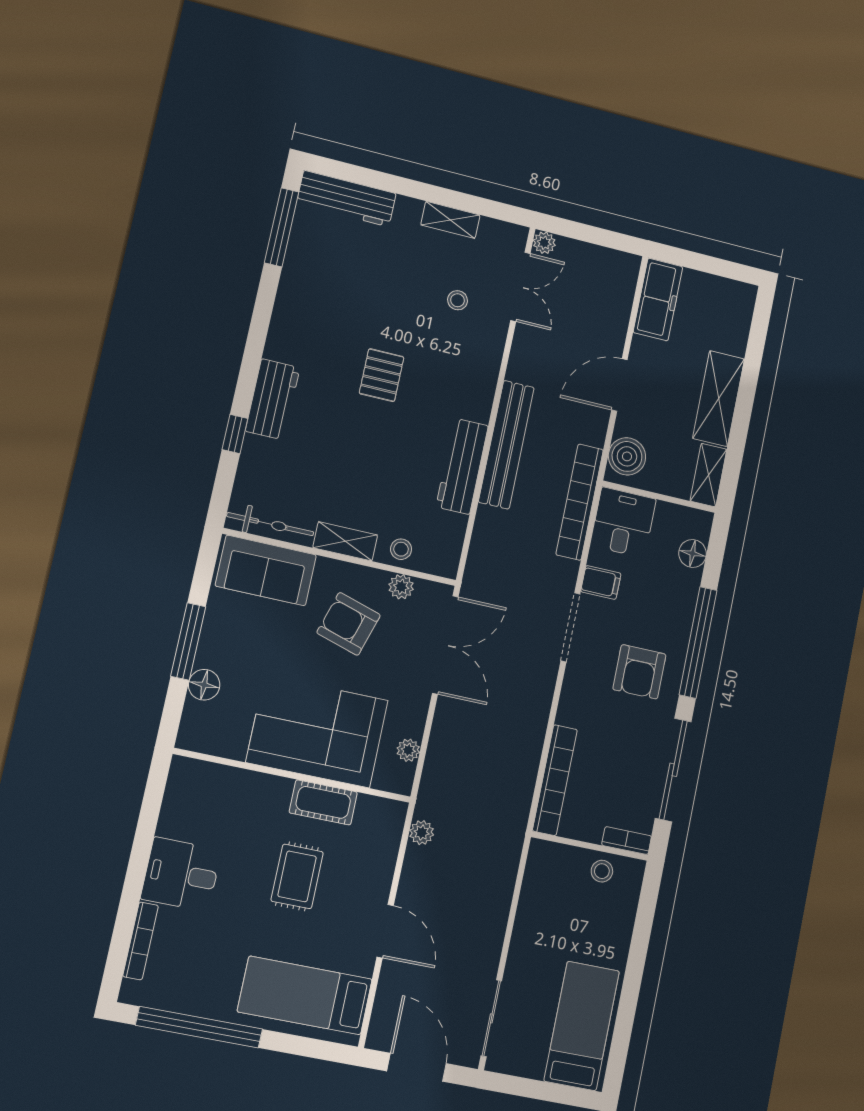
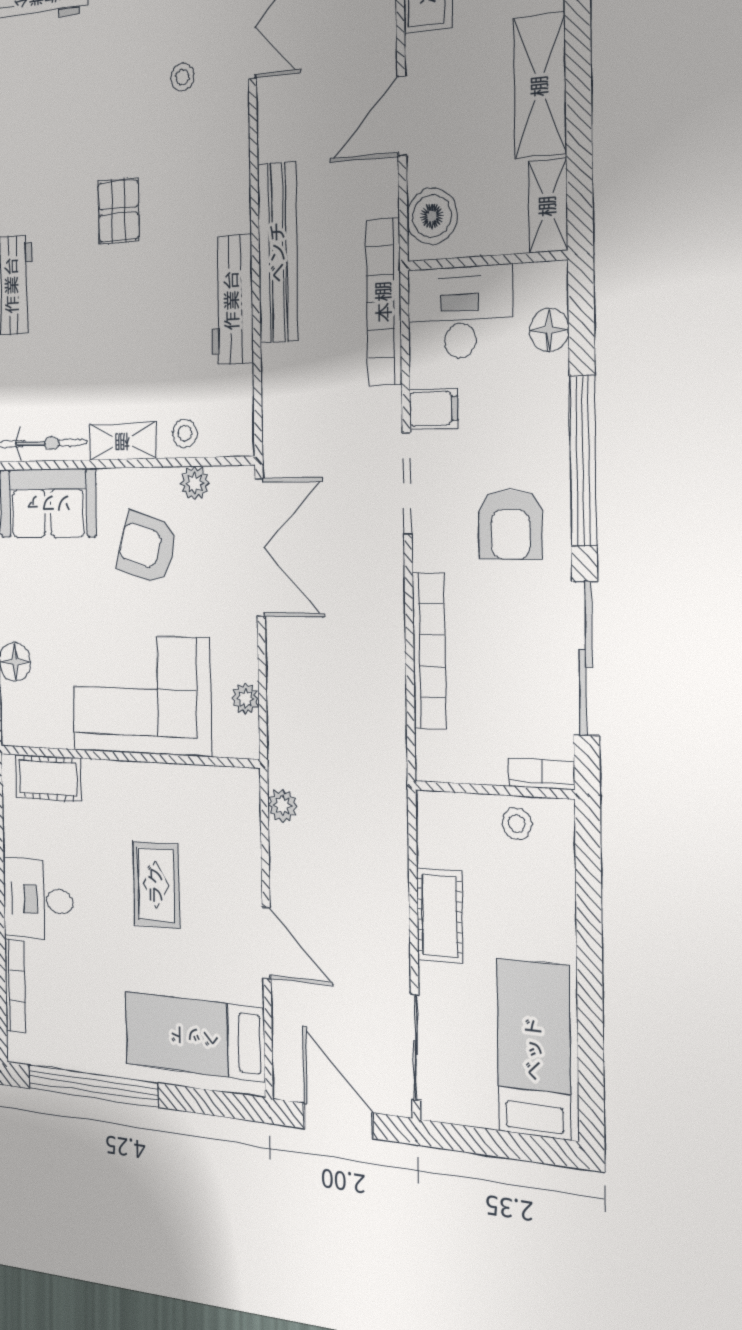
desk: (623, 522) -> (460, 312), width x1.37
bookcase: (555, 780) -> (429, 651), moved
cot: (323, 802) -> (48, 778), moved
cot: (531, 927) -> (440, 916), added

